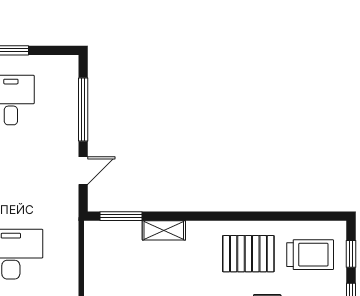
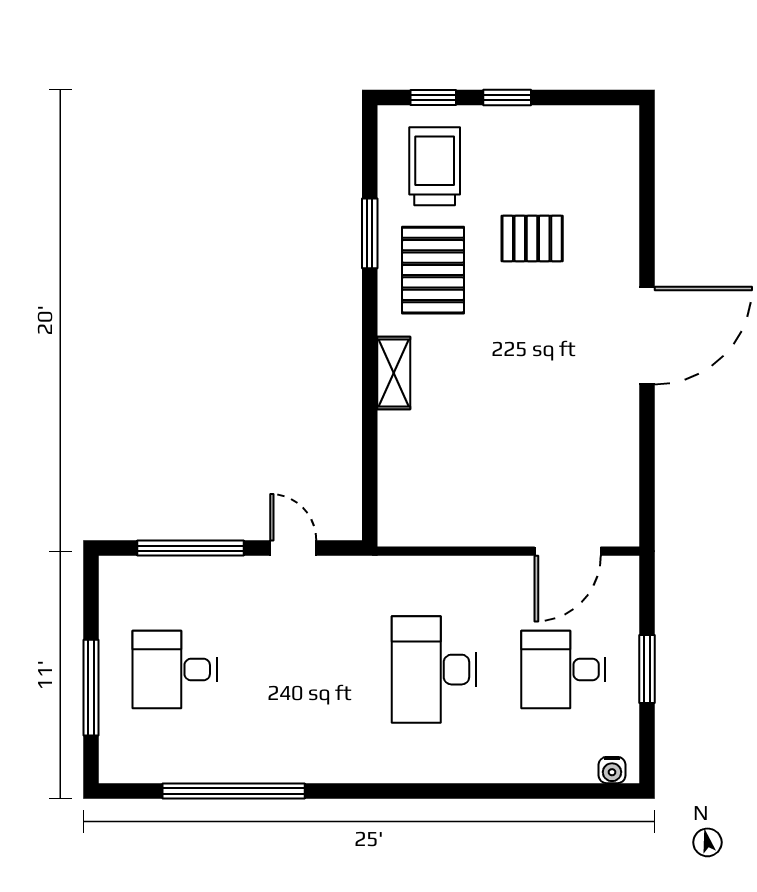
window: (121, 216) -> (370, 233), moved
shelving: (164, 230) -> (394, 373), moved

